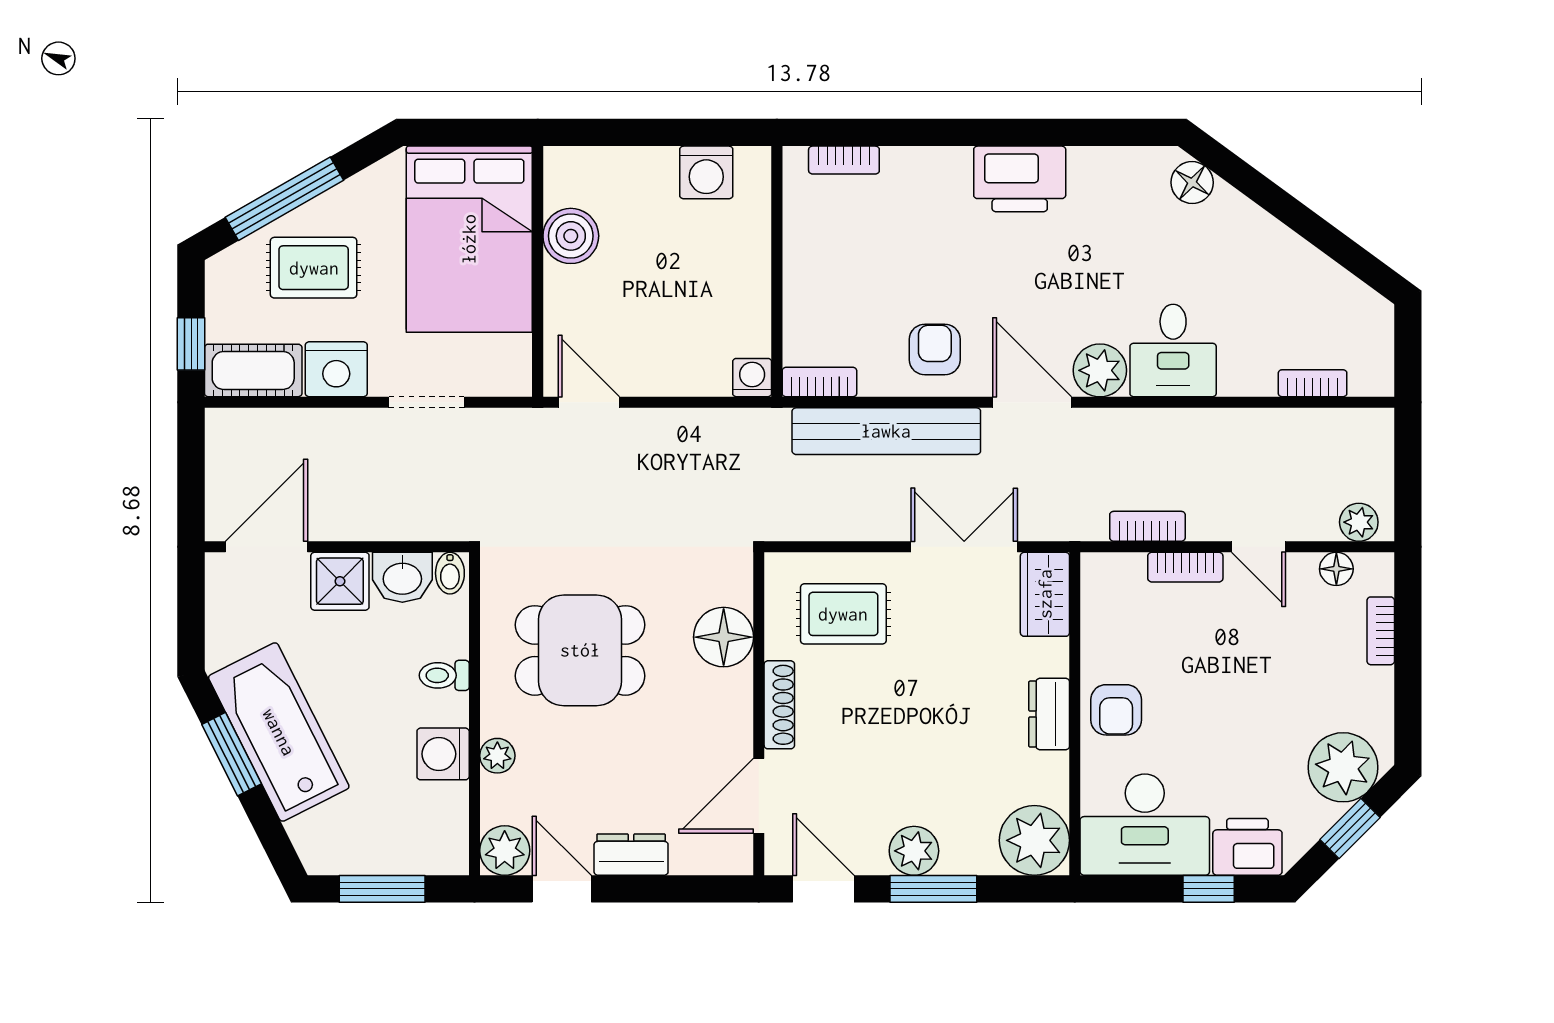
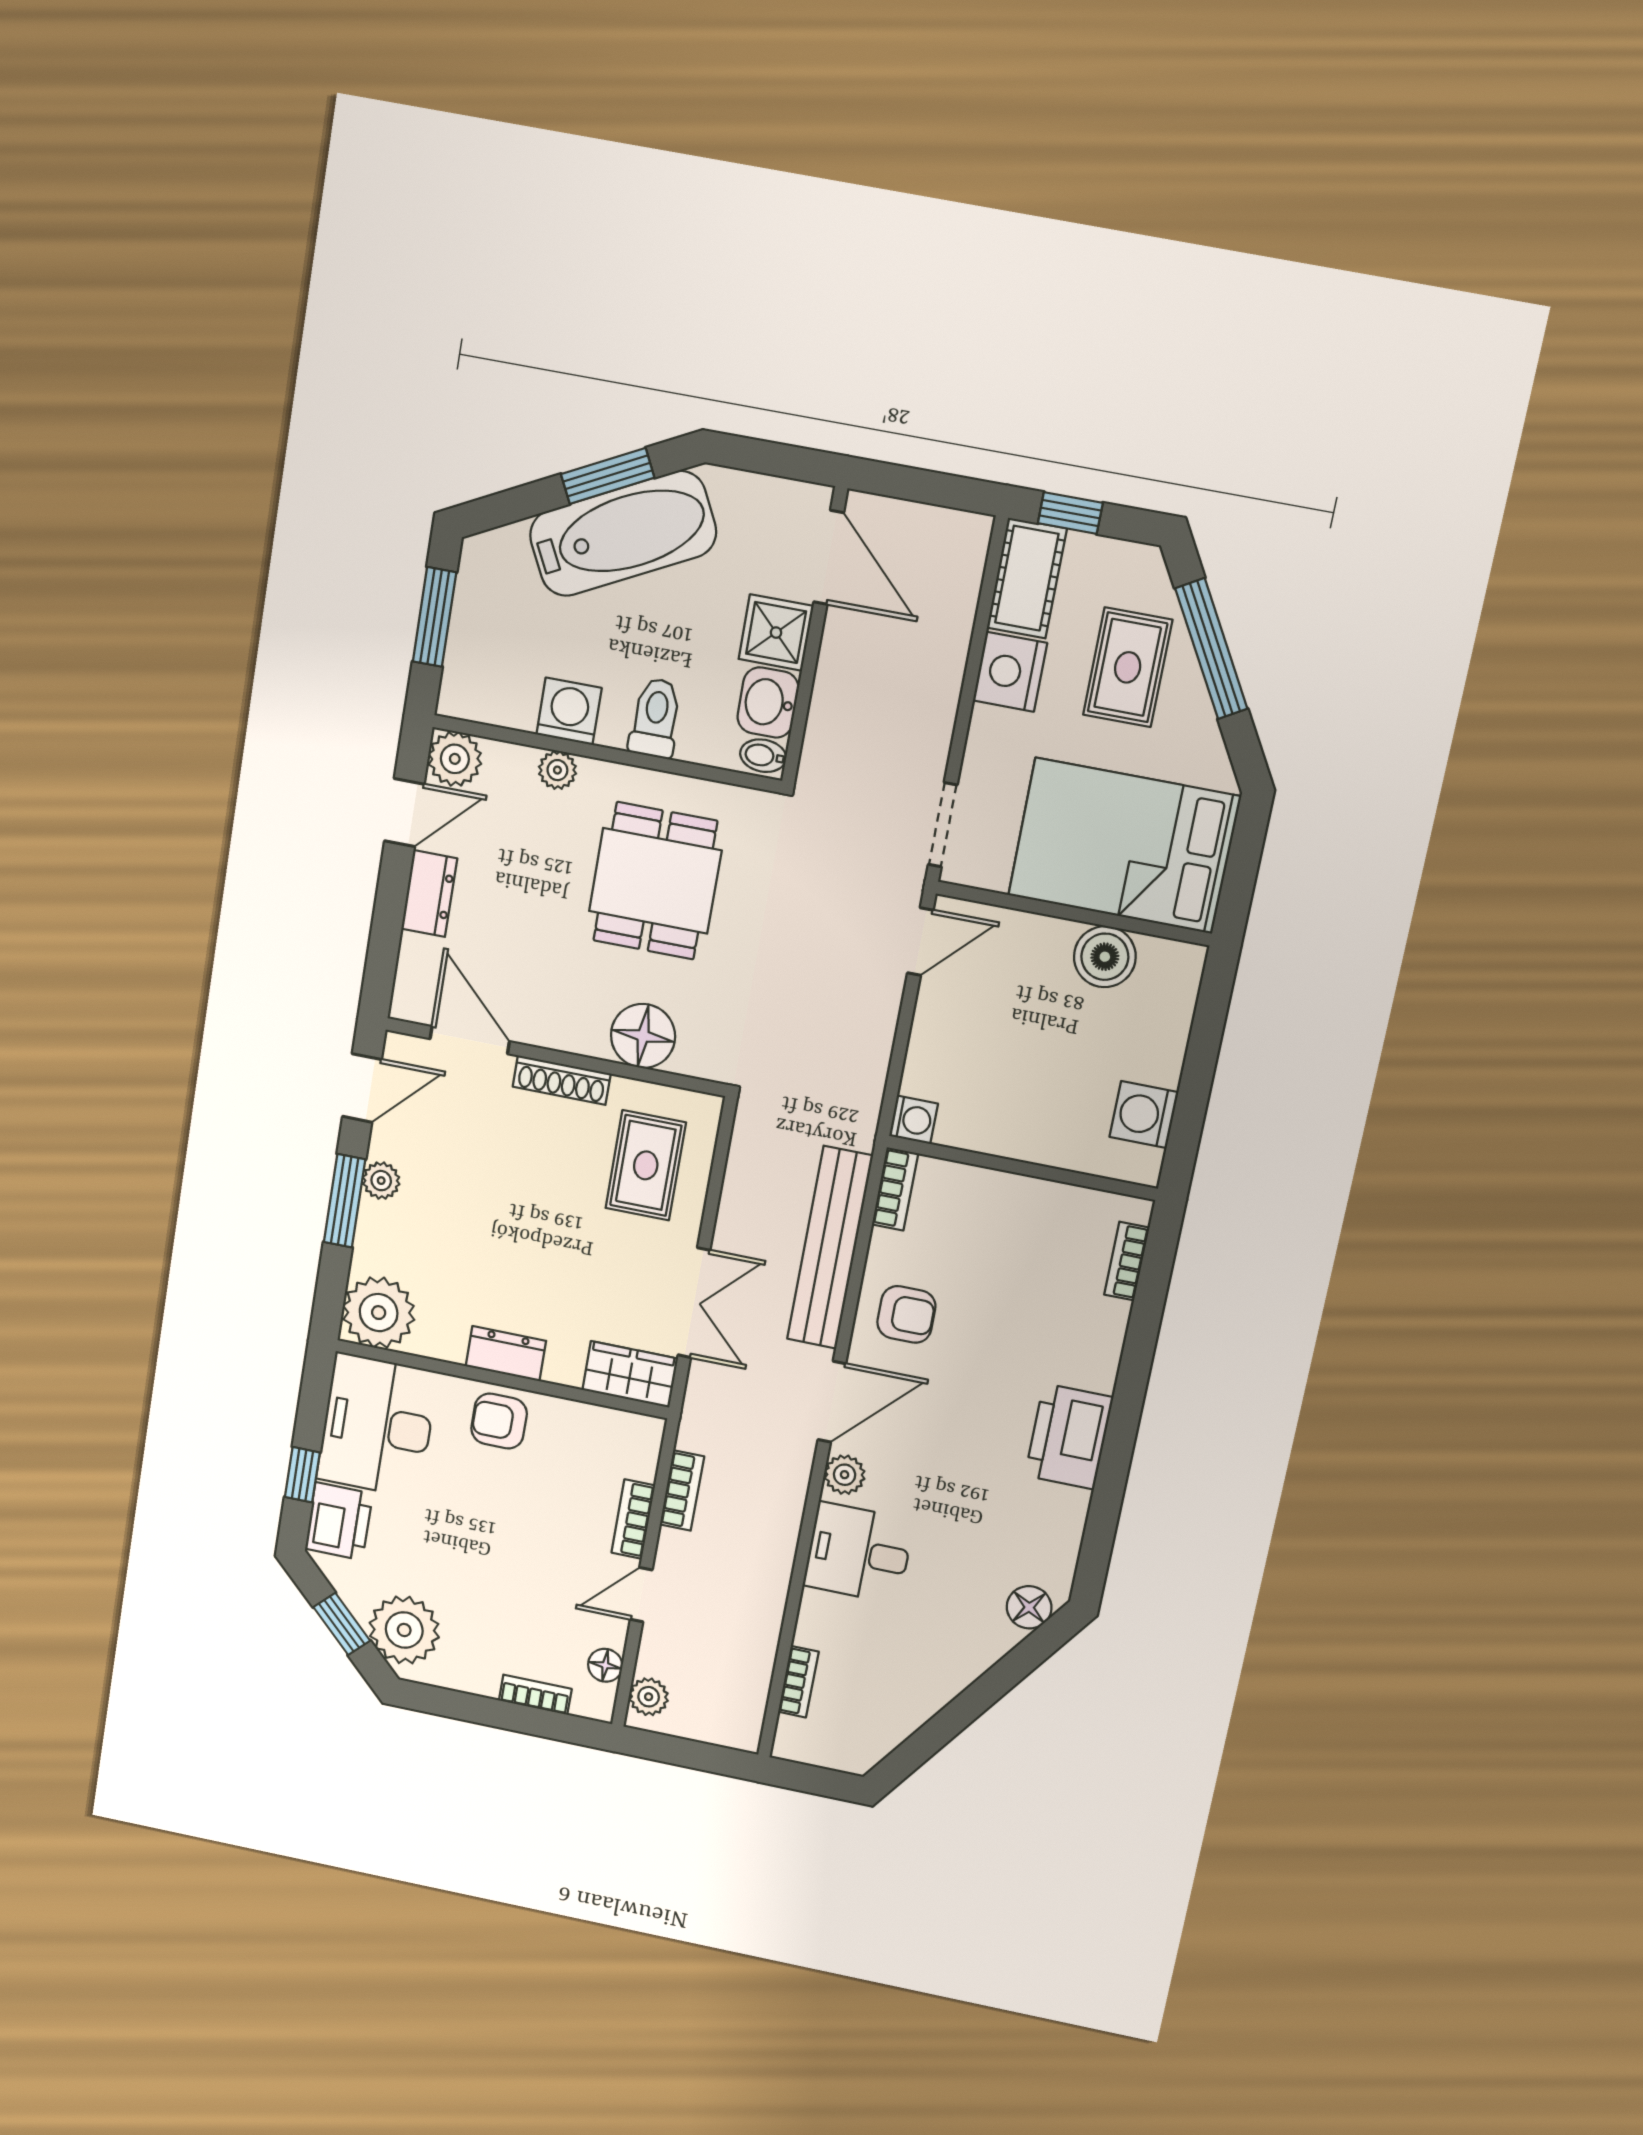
plant: (1100, 370) -> (845, 1475), width x0.73, depth x0.73
doorway: (426, 402) -> (943, 825), moved
toilet: (444, 675) -> (655, 718), width x1.37, depth x1.39
plant: (914, 851) -> (381, 1181), width x0.73, depth x0.73

